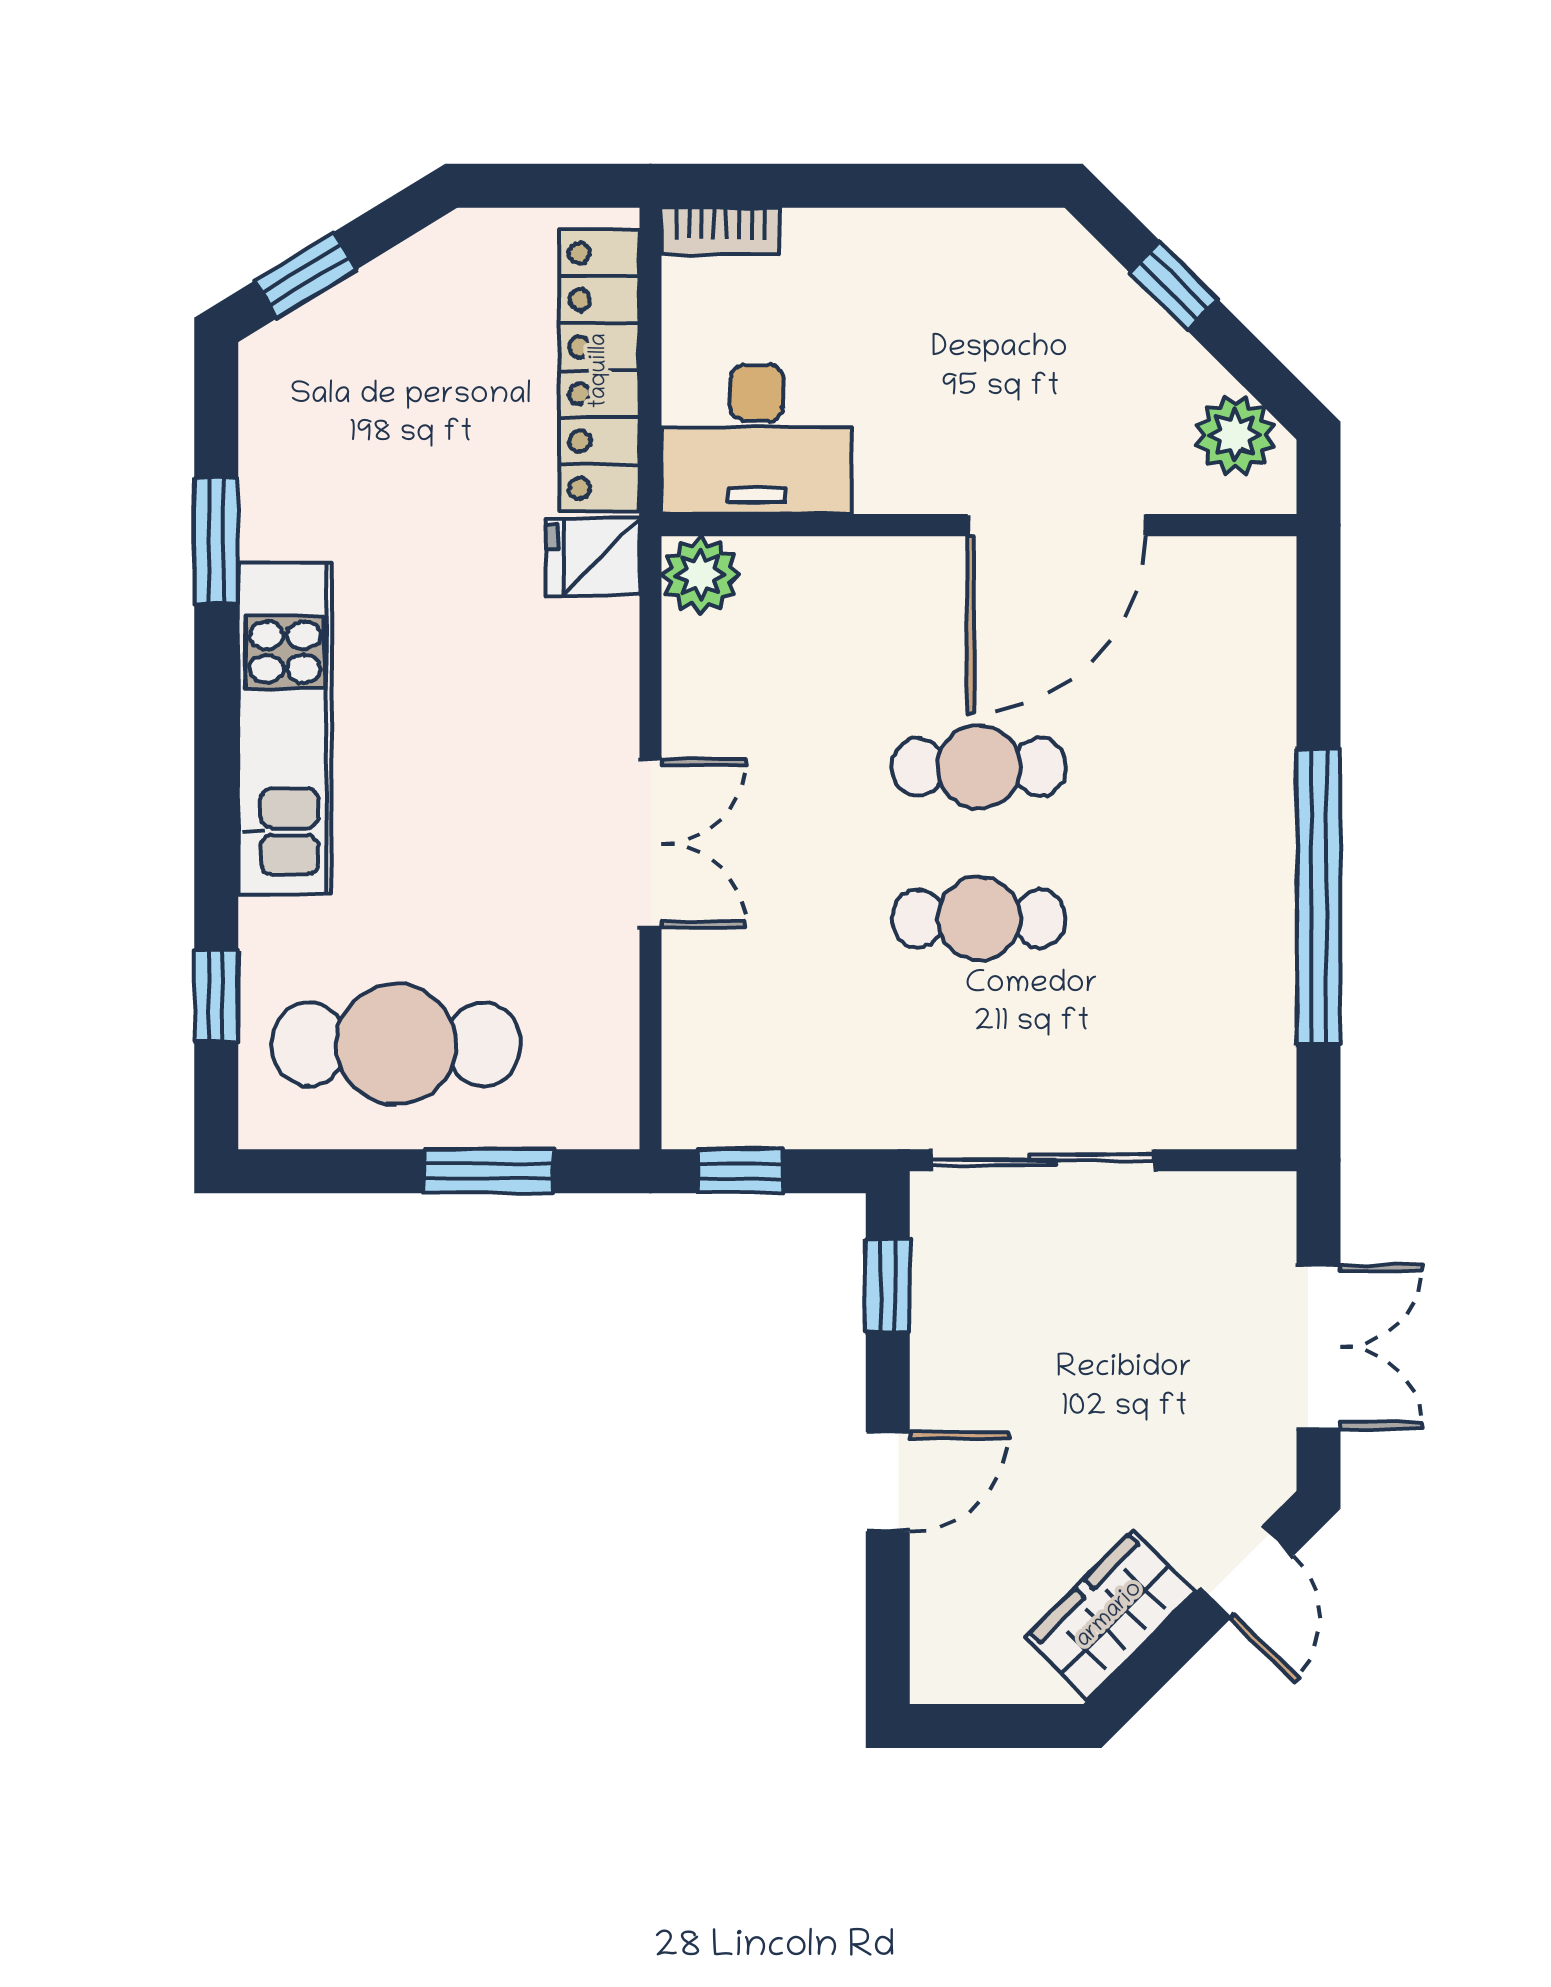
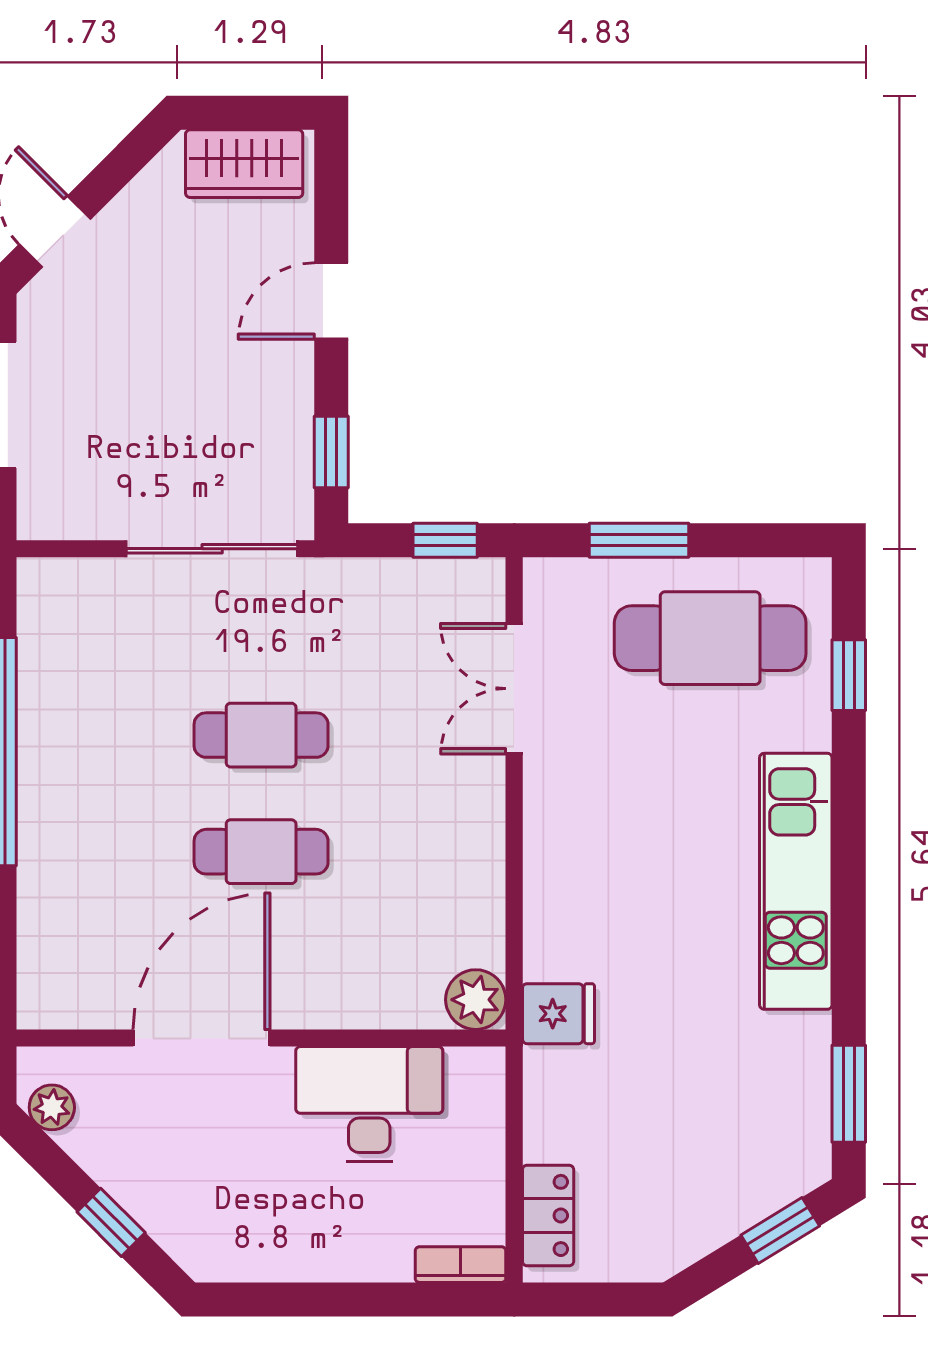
locker: (600, 371) -> (548, 1215), width x0.46, depth x0.83
plant: (1235, 435) -> (52, 1107), width x0.73, depth x0.73
desk: (757, 439) -> (369, 1104), moved
window: (216, 541) -> (849, 1094), moved
double door: (651, 843) -> (514, 689), moved
wardrobe: (1110, 1615) -> (244, 164), moved, turned 45

